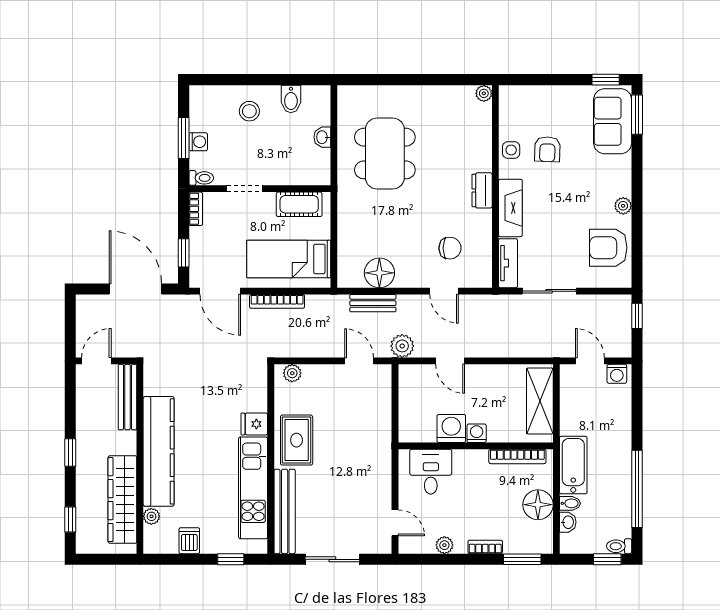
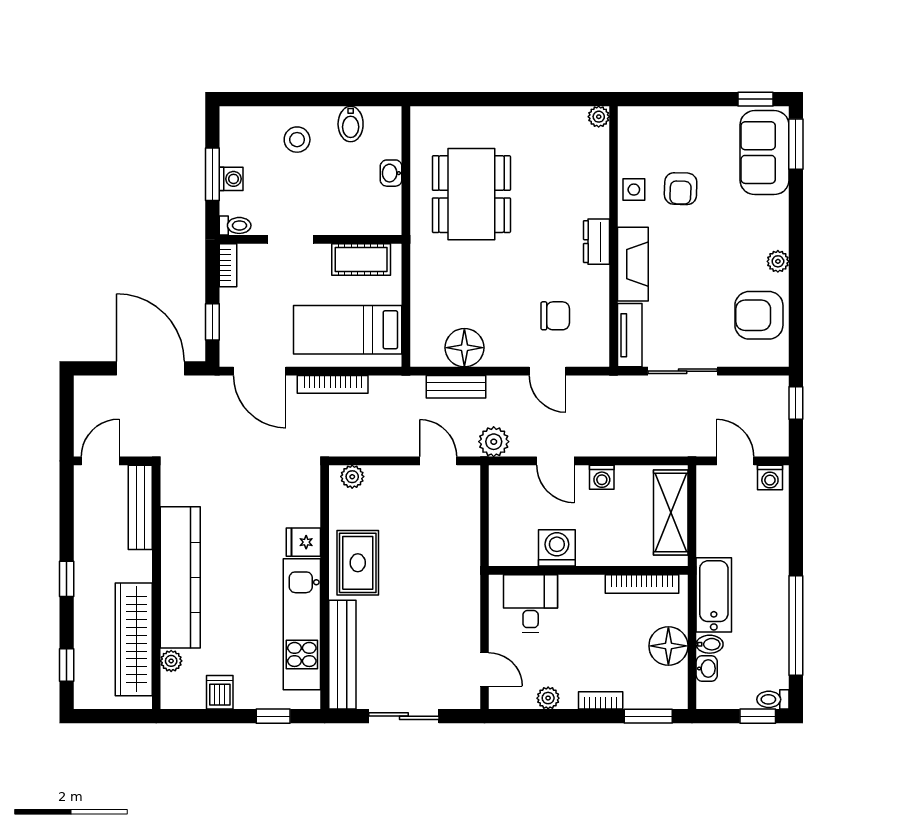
washing machine: (477, 433) -> (602, 477), moved, turned 180

